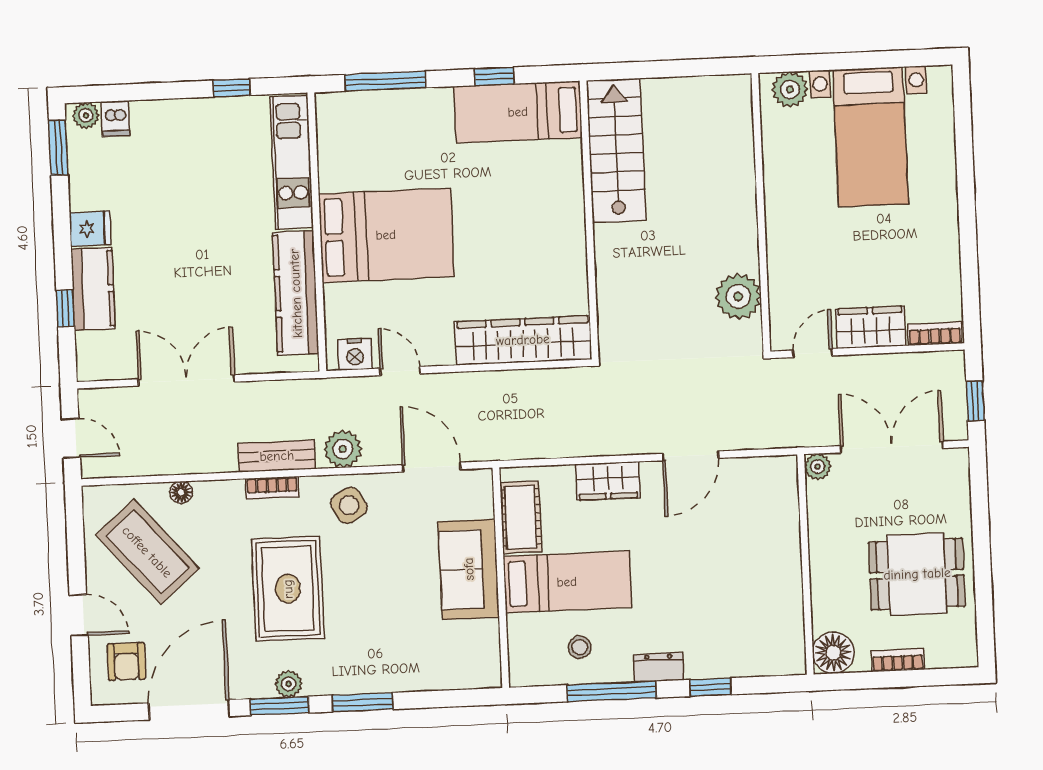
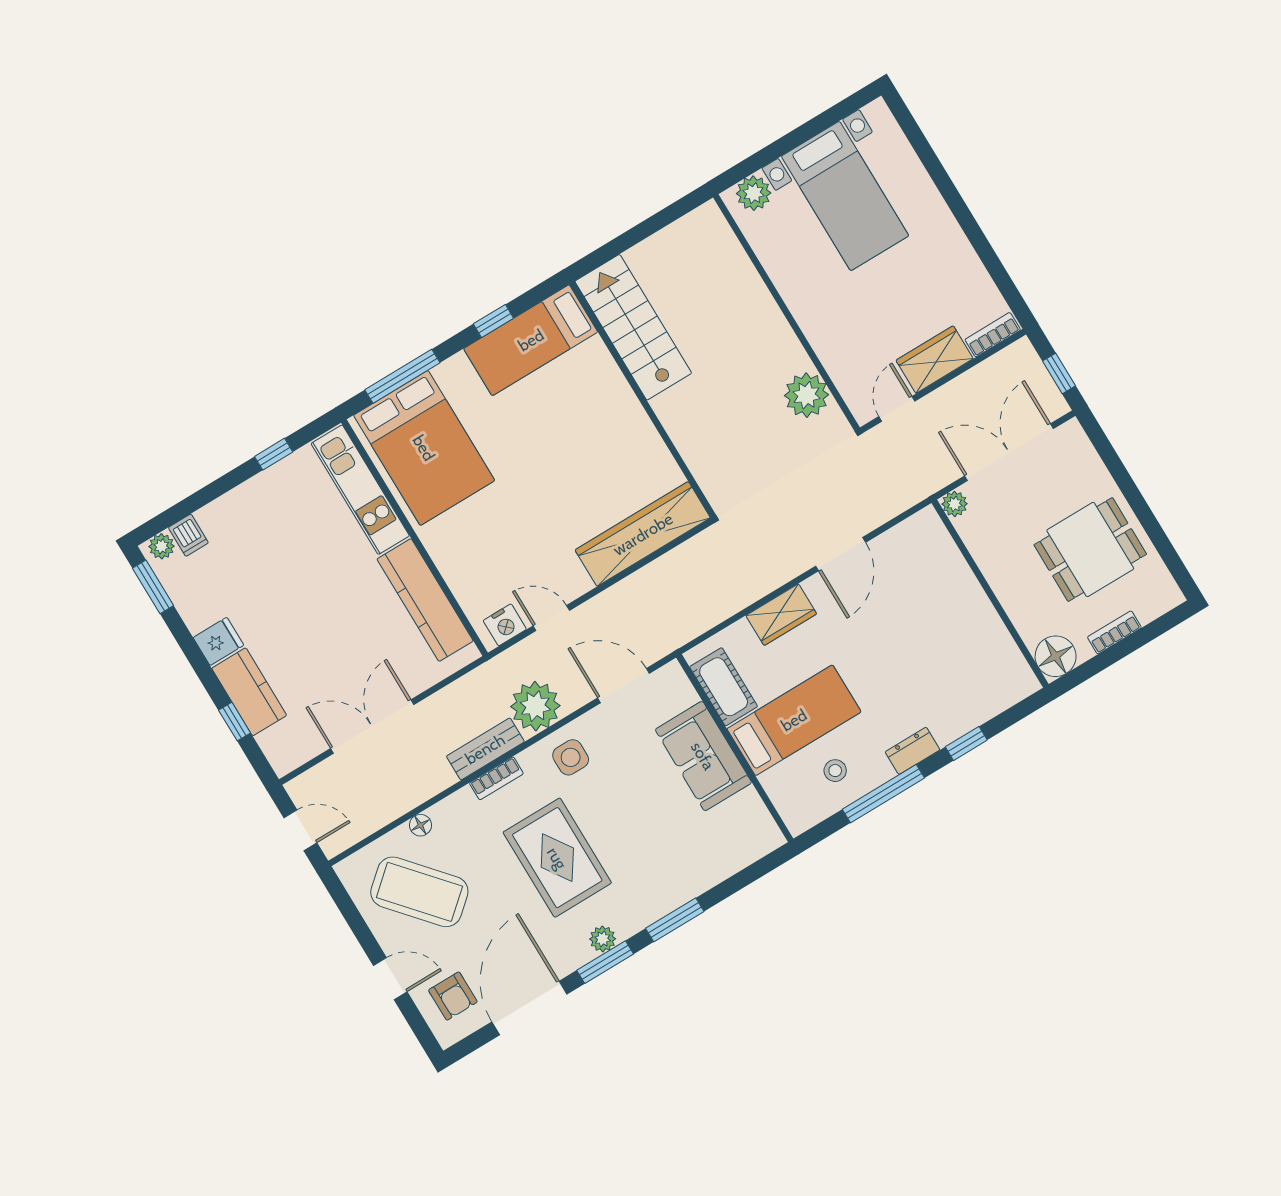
bed: (386, 235) -> (424, 448), moved, turned 90
plant: (343, 449) -> (535, 706), width x1.36, depth x1.36
side table: (349, 505) -> (571, 757), turned 30

